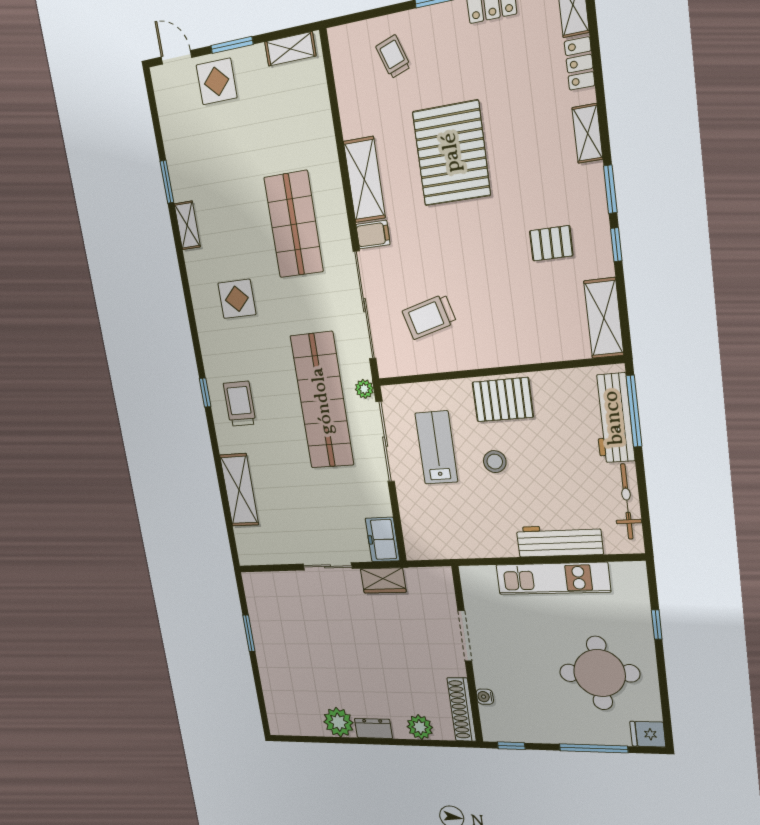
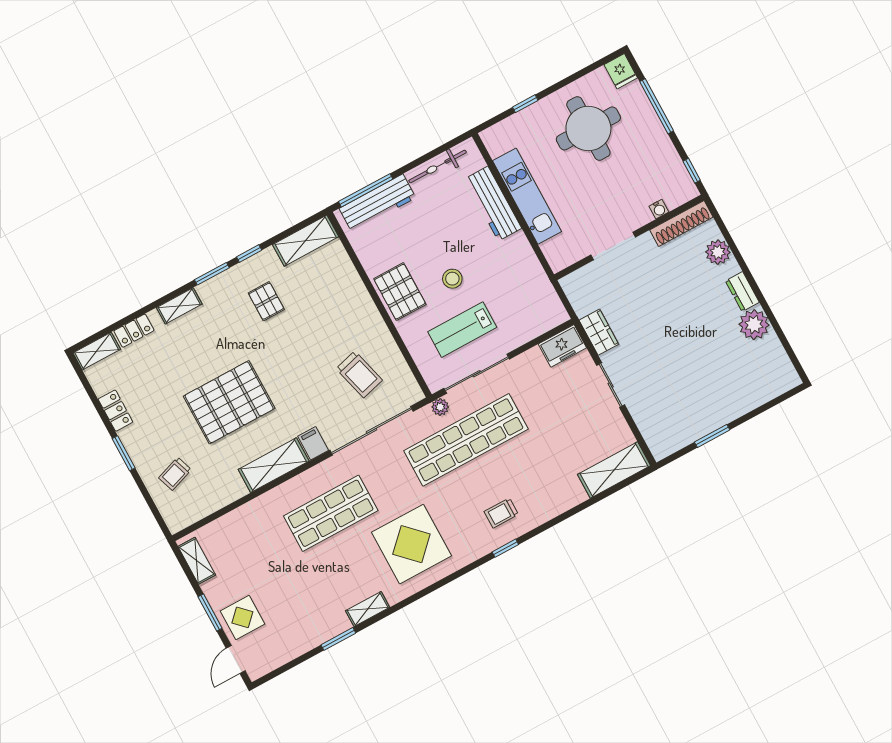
display table: (237, 299) -> (411, 544), width x1.86, depth x1.86
trolley: (240, 404) -> (501, 513), width x0.73, depth x0.72
shelving: (239, 490) -> (614, 470), moved

